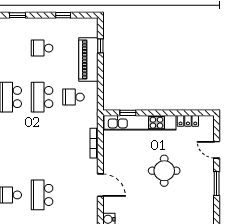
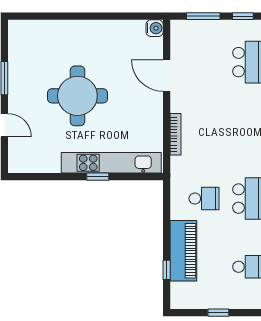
window: (128, 113) -> (98, 177), moved
locker: (188, 121) -> (44, 165), removed
round table: (164, 171) -> (77, 96), width x1.36, depth x1.36

